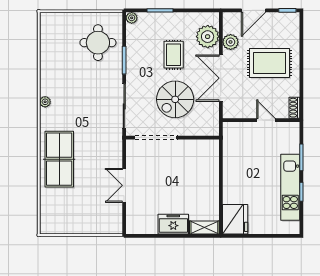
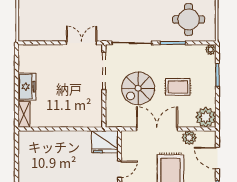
plant: (208, 37) -> (206, 117), moved
spiral stairs: (175, 99) -> (138, 88), turned -90
double door: (124, 185) -> (82, 43), moved
fridge: (235, 219) -> (105, 142), moved

